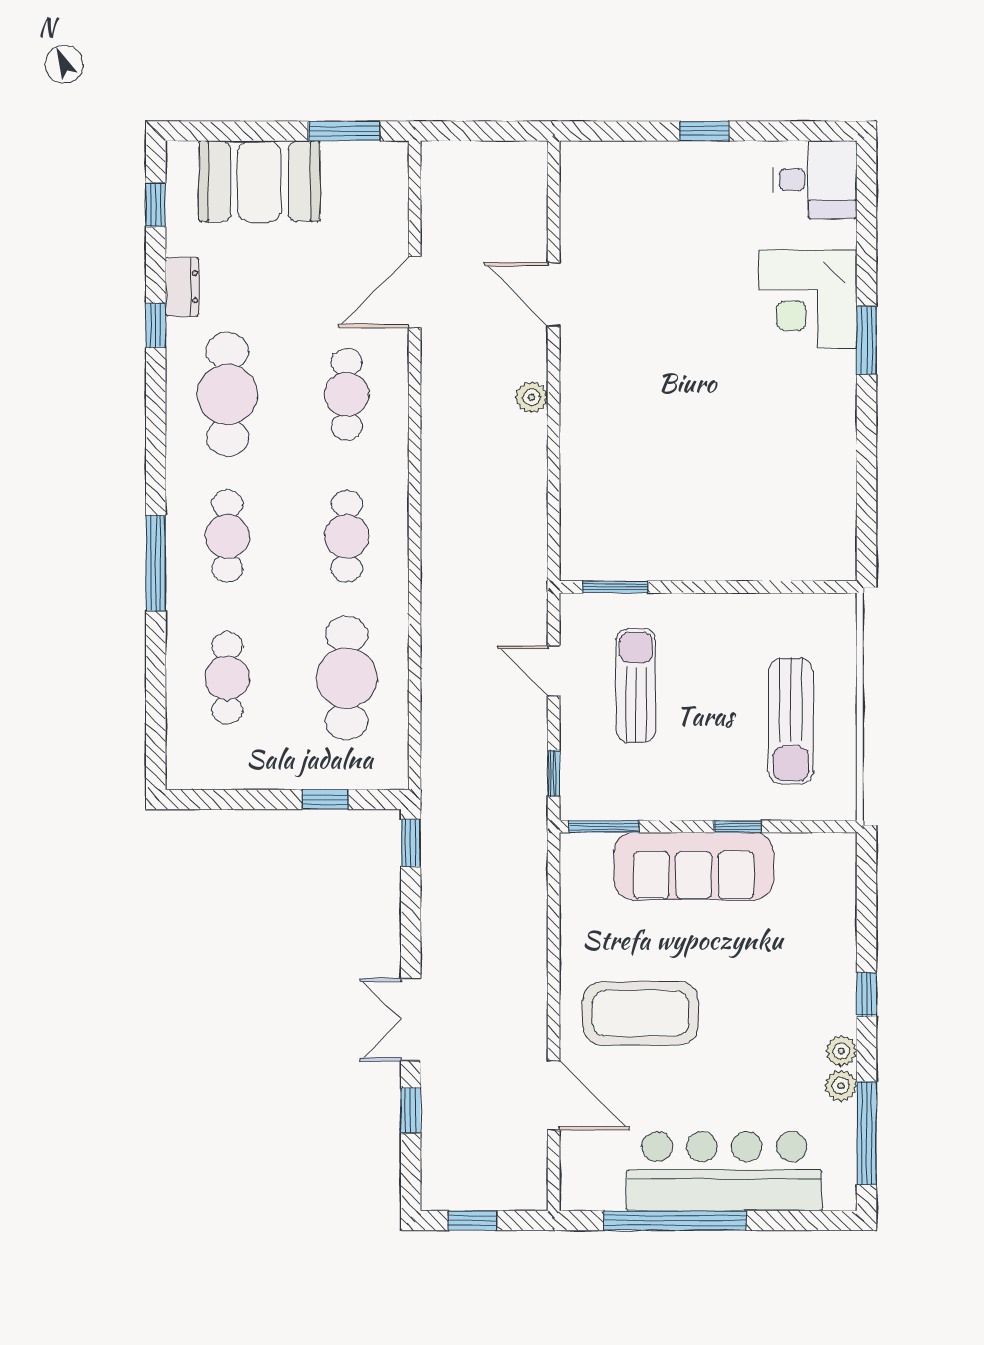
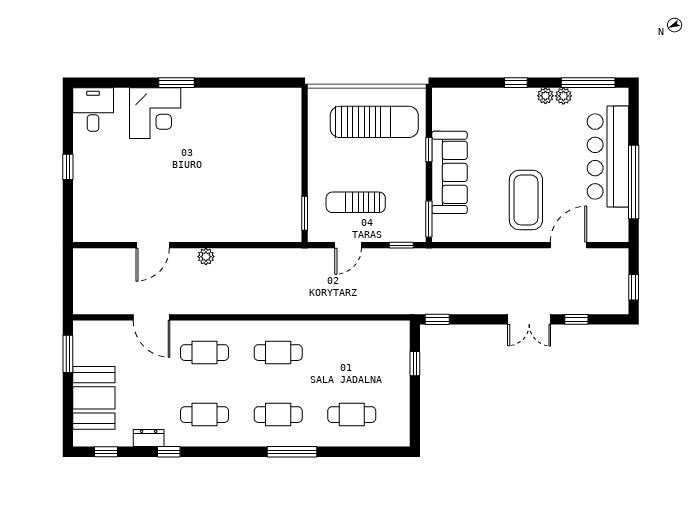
cafe table: (227, 394) -> (205, 415), width x0.73, depth x0.74
cafe table: (347, 678) -> (352, 353), removed
sun lounger: (791, 721) -> (374, 122), width x1.36, depth x1.34

